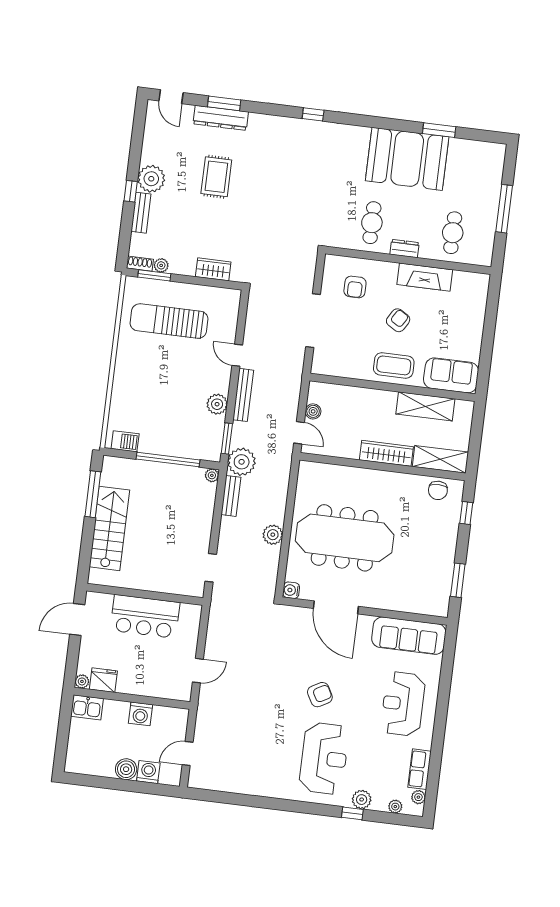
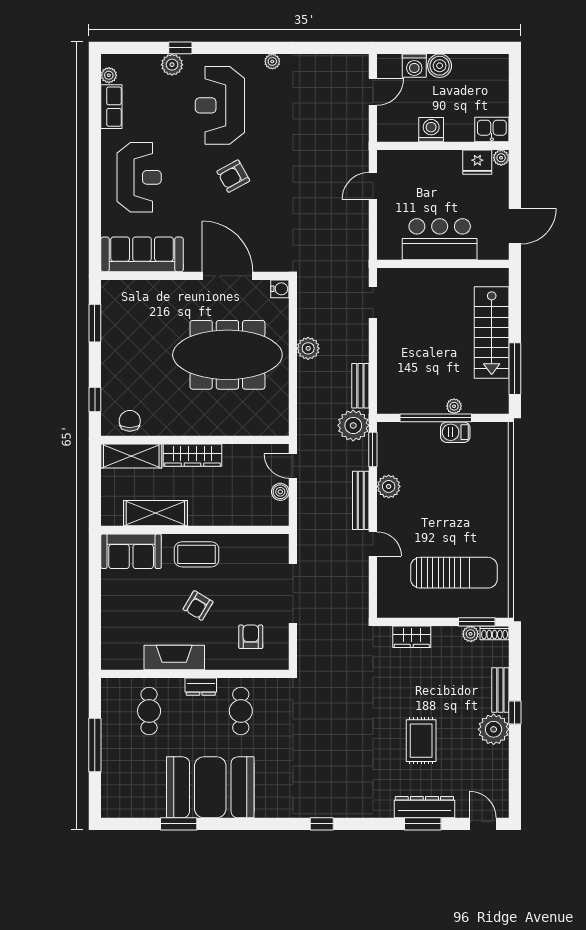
barbecue: (125, 441) -> (455, 432), moved
plant: (212, 475) -> (454, 406), moved
plant: (395, 807) -> (272, 61), moved

